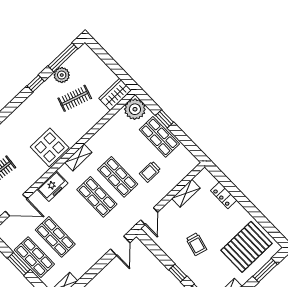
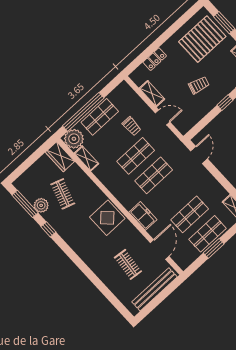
window: (164, 119) -> (83, 112), width x3.17
shelving: (78, 157) -> (86, 158), moved
door: (149, 216) -> (163, 117), moved
door: (120, 246) -> (199, 155), hinge flipped
pallet: (247, 247) -> (202, 39), turned 90

